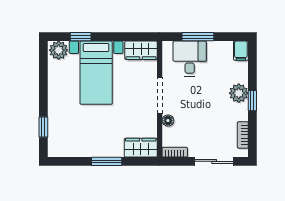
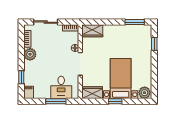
window: (81, 37) -> (115, 101), moved
plant: (239, 93) -> (30, 54), moved
window: (252, 101) -> (21, 77), moved
window: (107, 161) -> (135, 22), moved

